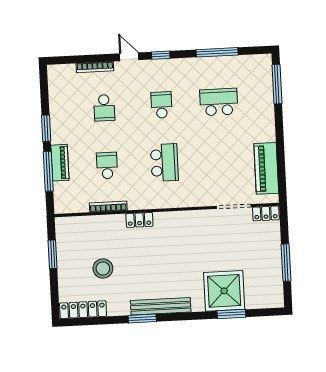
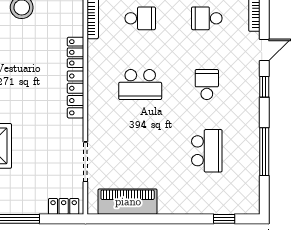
window: (277, 84) -> (224, 219), width x0.46
school desk: (161, 105) -> (207, 85), turned -90
locker: (266, 213) -> (64, 206), moved, turned 90
locker: (176, 218) -> (76, 94), added

